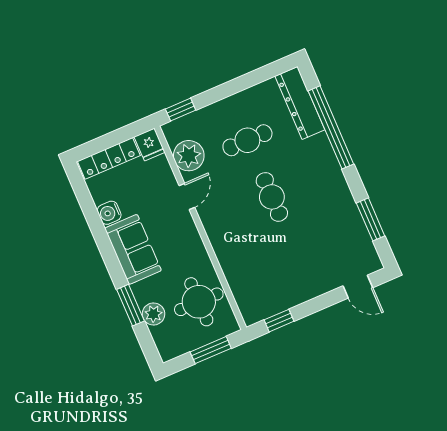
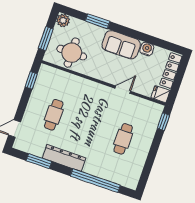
dresser: (300, 103) -> (64, 158), moved
plant: (189, 156) -> (140, 107), removed
door: (187, 196) -> (123, 90), swing flipped
cafe table: (272, 197) -> (54, 115), moved, turned 90
plant: (154, 314) -> (63, 20), moved

